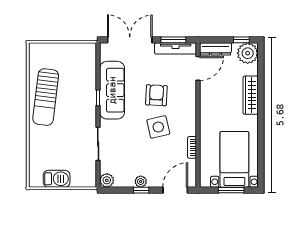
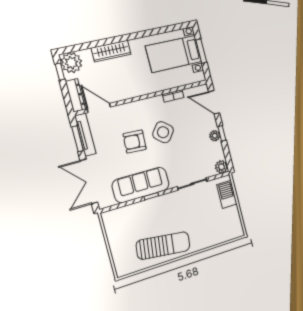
side table: (158, 127) -> (163, 132), turned -38
barbecue: (57, 179) -> (227, 194), moved

